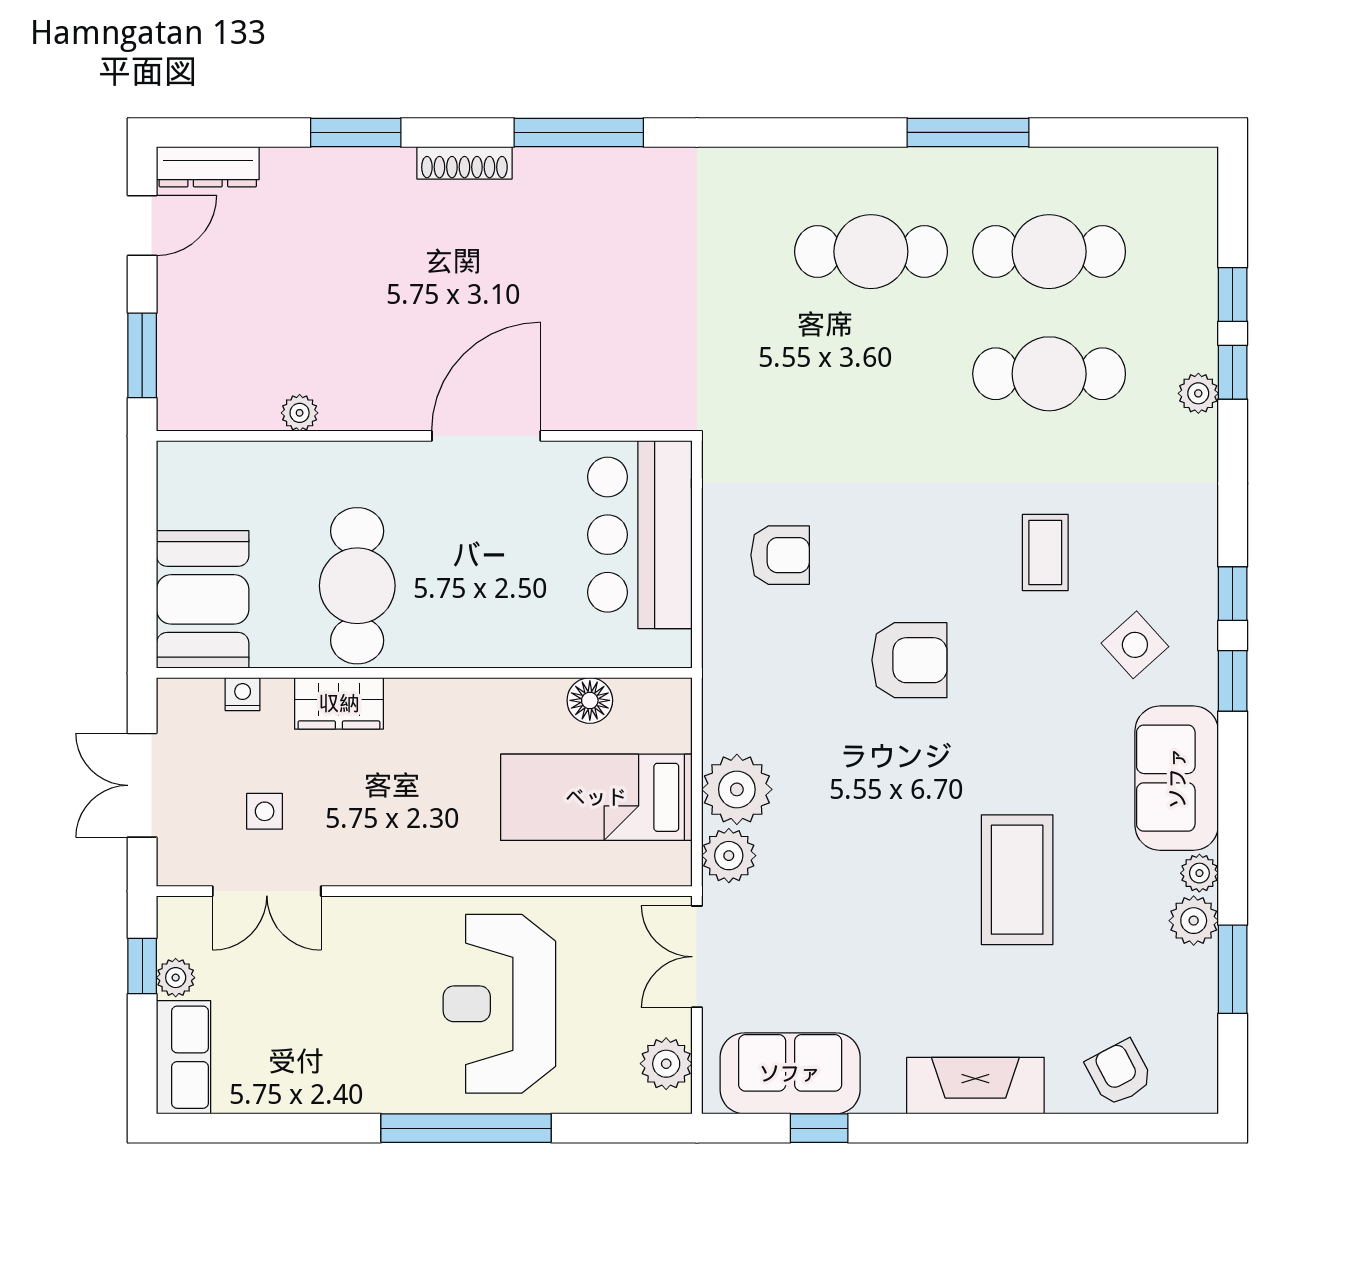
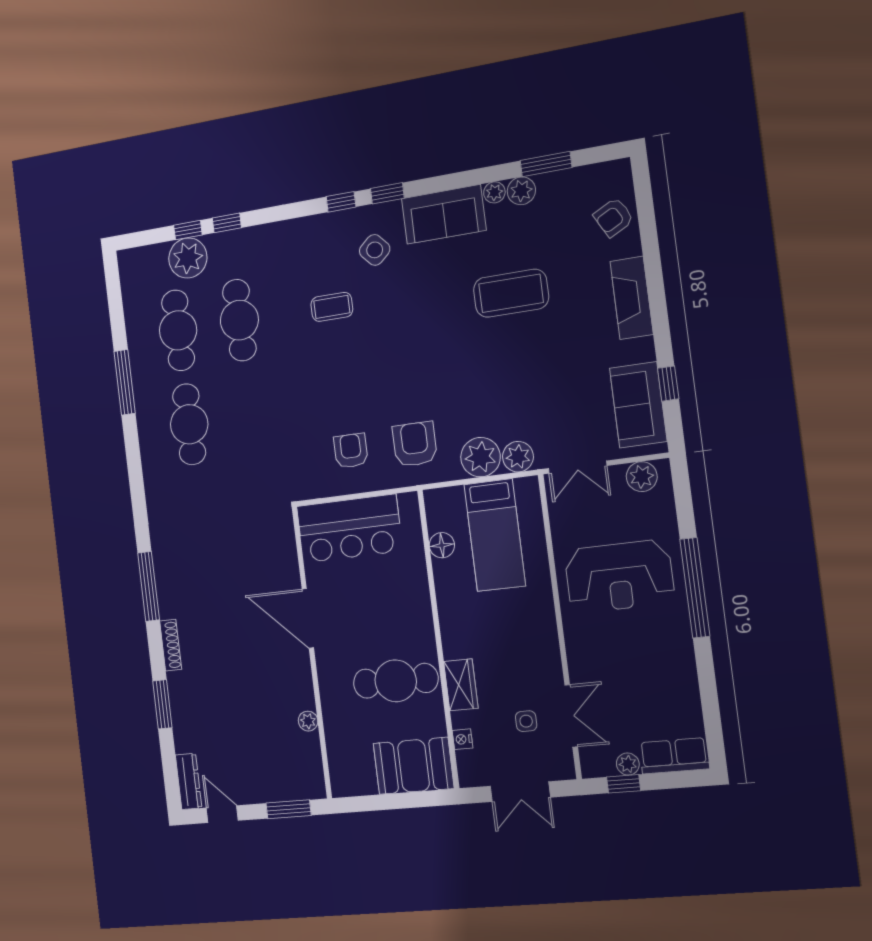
plant: (1198, 393) -> (188, 258), moved, width x1.87, depth x1.87
armchair: (909, 660) -> (415, 444), moved

